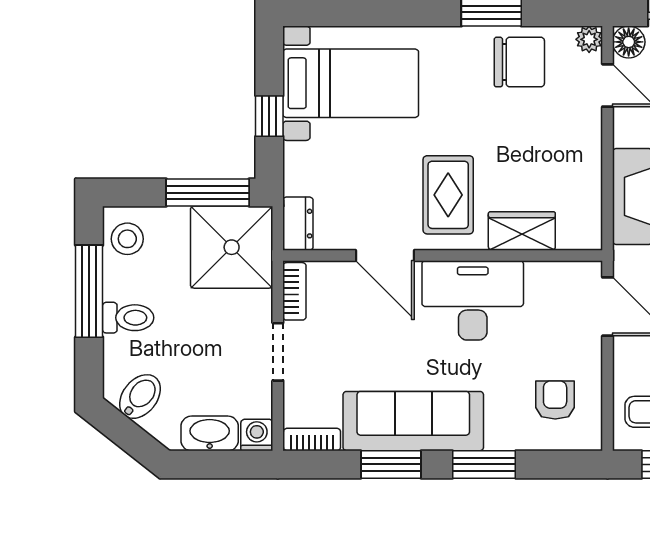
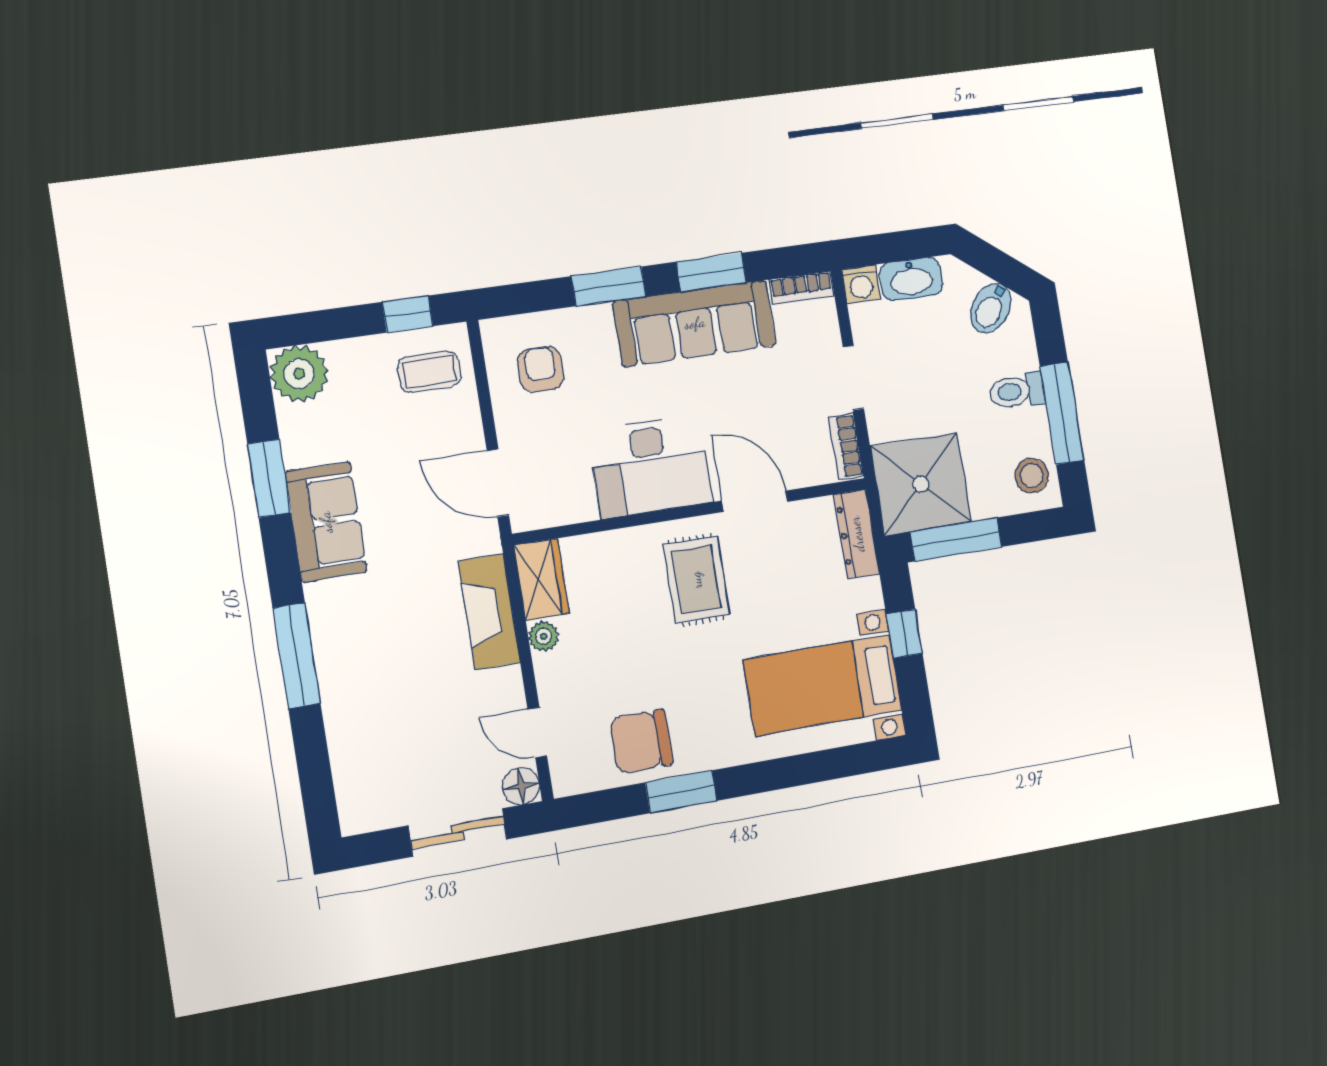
plant: (589, 39) -> (544, 636), moved
dresser: (298, 224) -> (857, 534), width x1.44
wardrobe: (522, 231) -> (542, 579), moved, turned -90
armchair: (555, 400) -> (541, 369), turned 180

